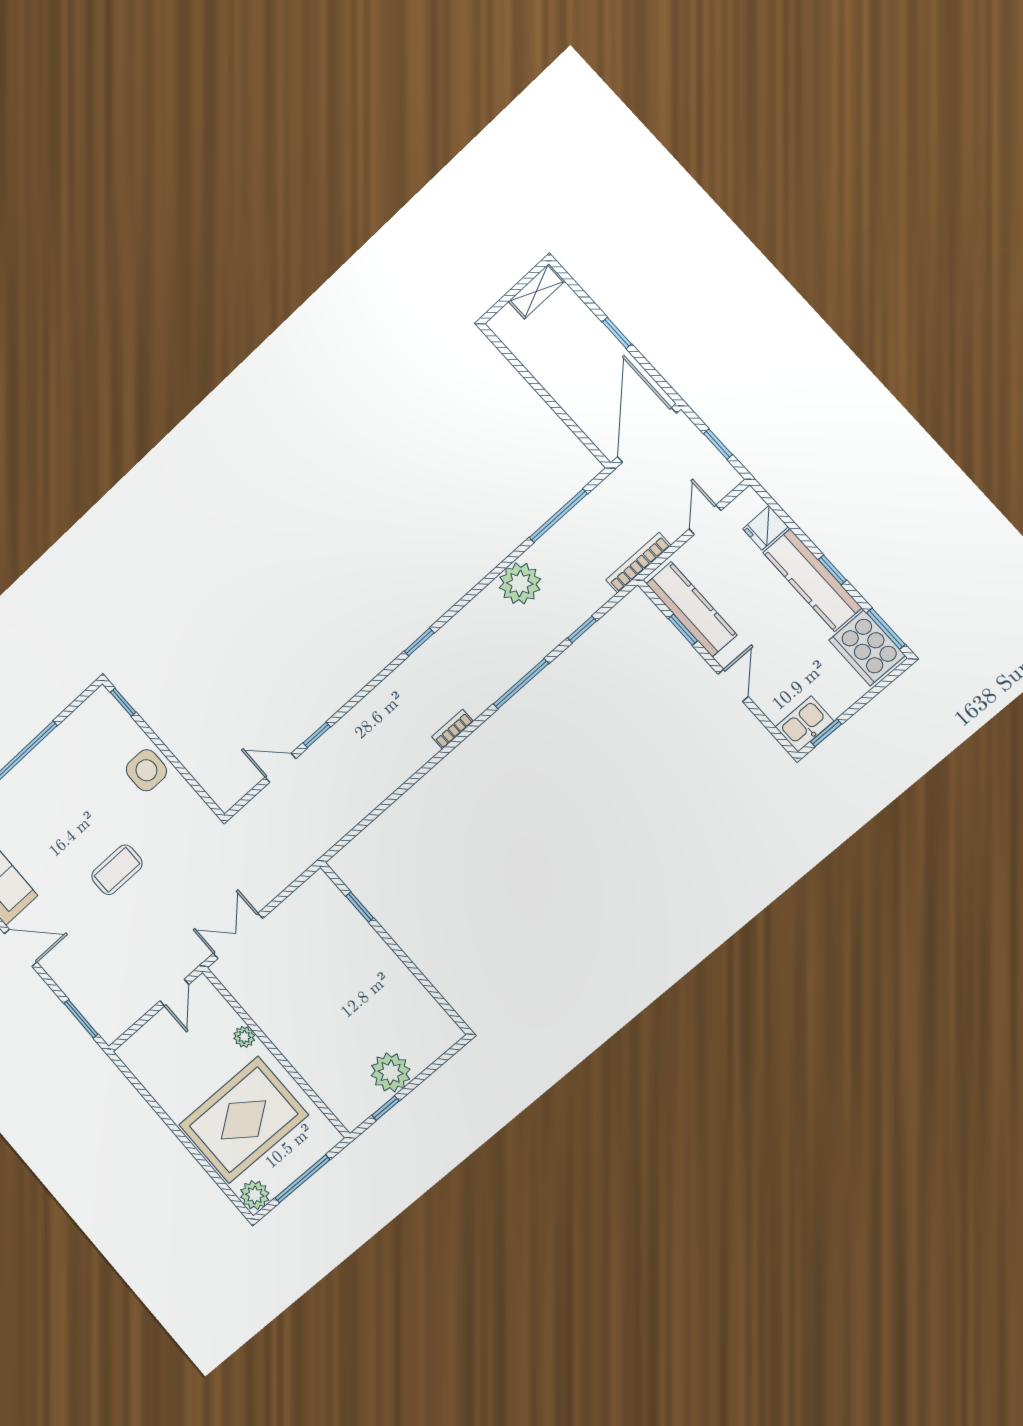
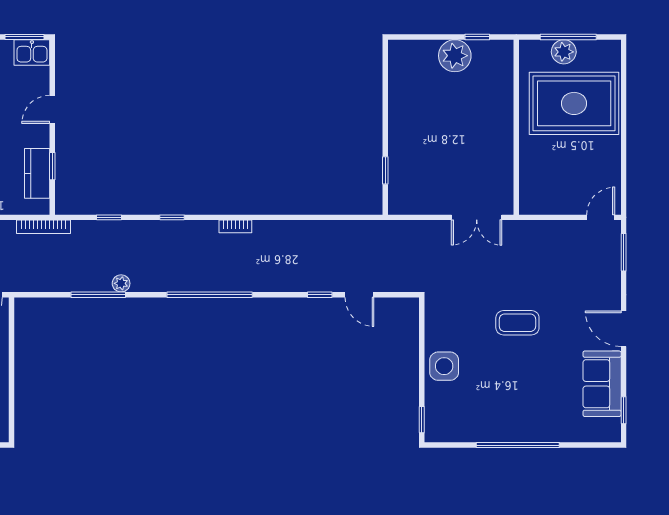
window: (558, 516) -> (98, 295), moved
plant: (520, 583) -> (121, 283), width x0.53, depth x0.53
kitchen counter: (692, 609) -> (37, 173), width x0.67
window: (419, 642) -> (210, 295), width x3.17
window: (521, 684) -> (172, 217), width x0.46
window: (826, 733) -> (24, 37), width x1.50
door: (174, 993) -> (601, 217), moved
plant: (244, 1037) -> (528, 153), removed
plant: (255, 1195) -> (564, 52), moved

